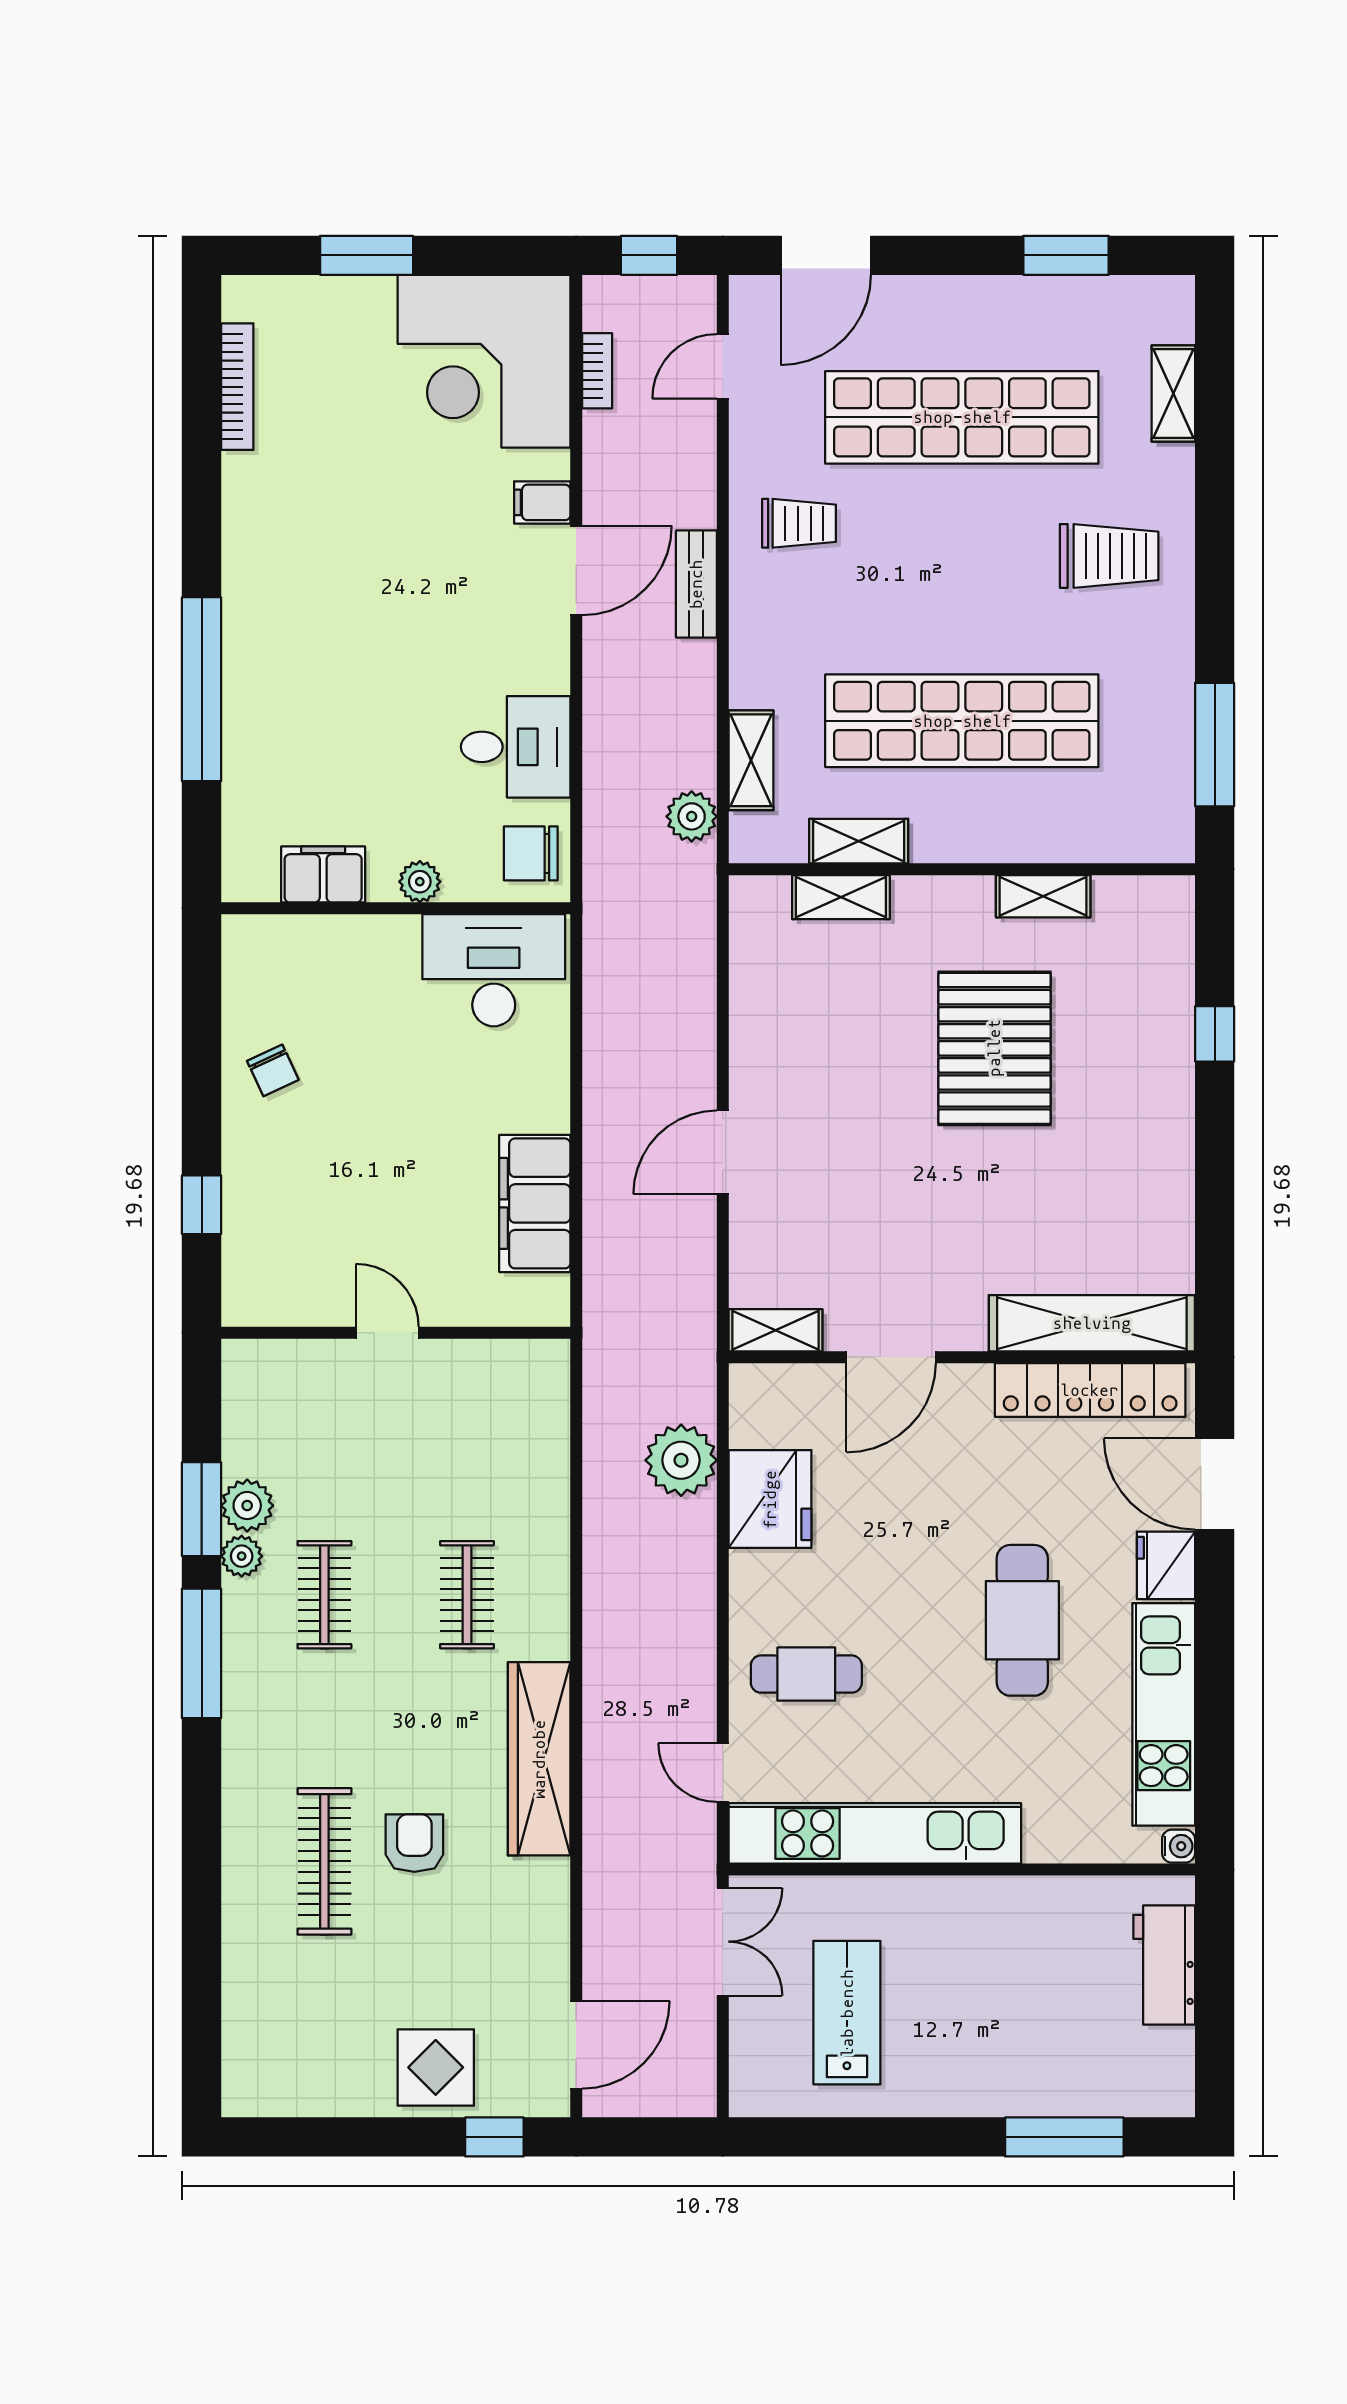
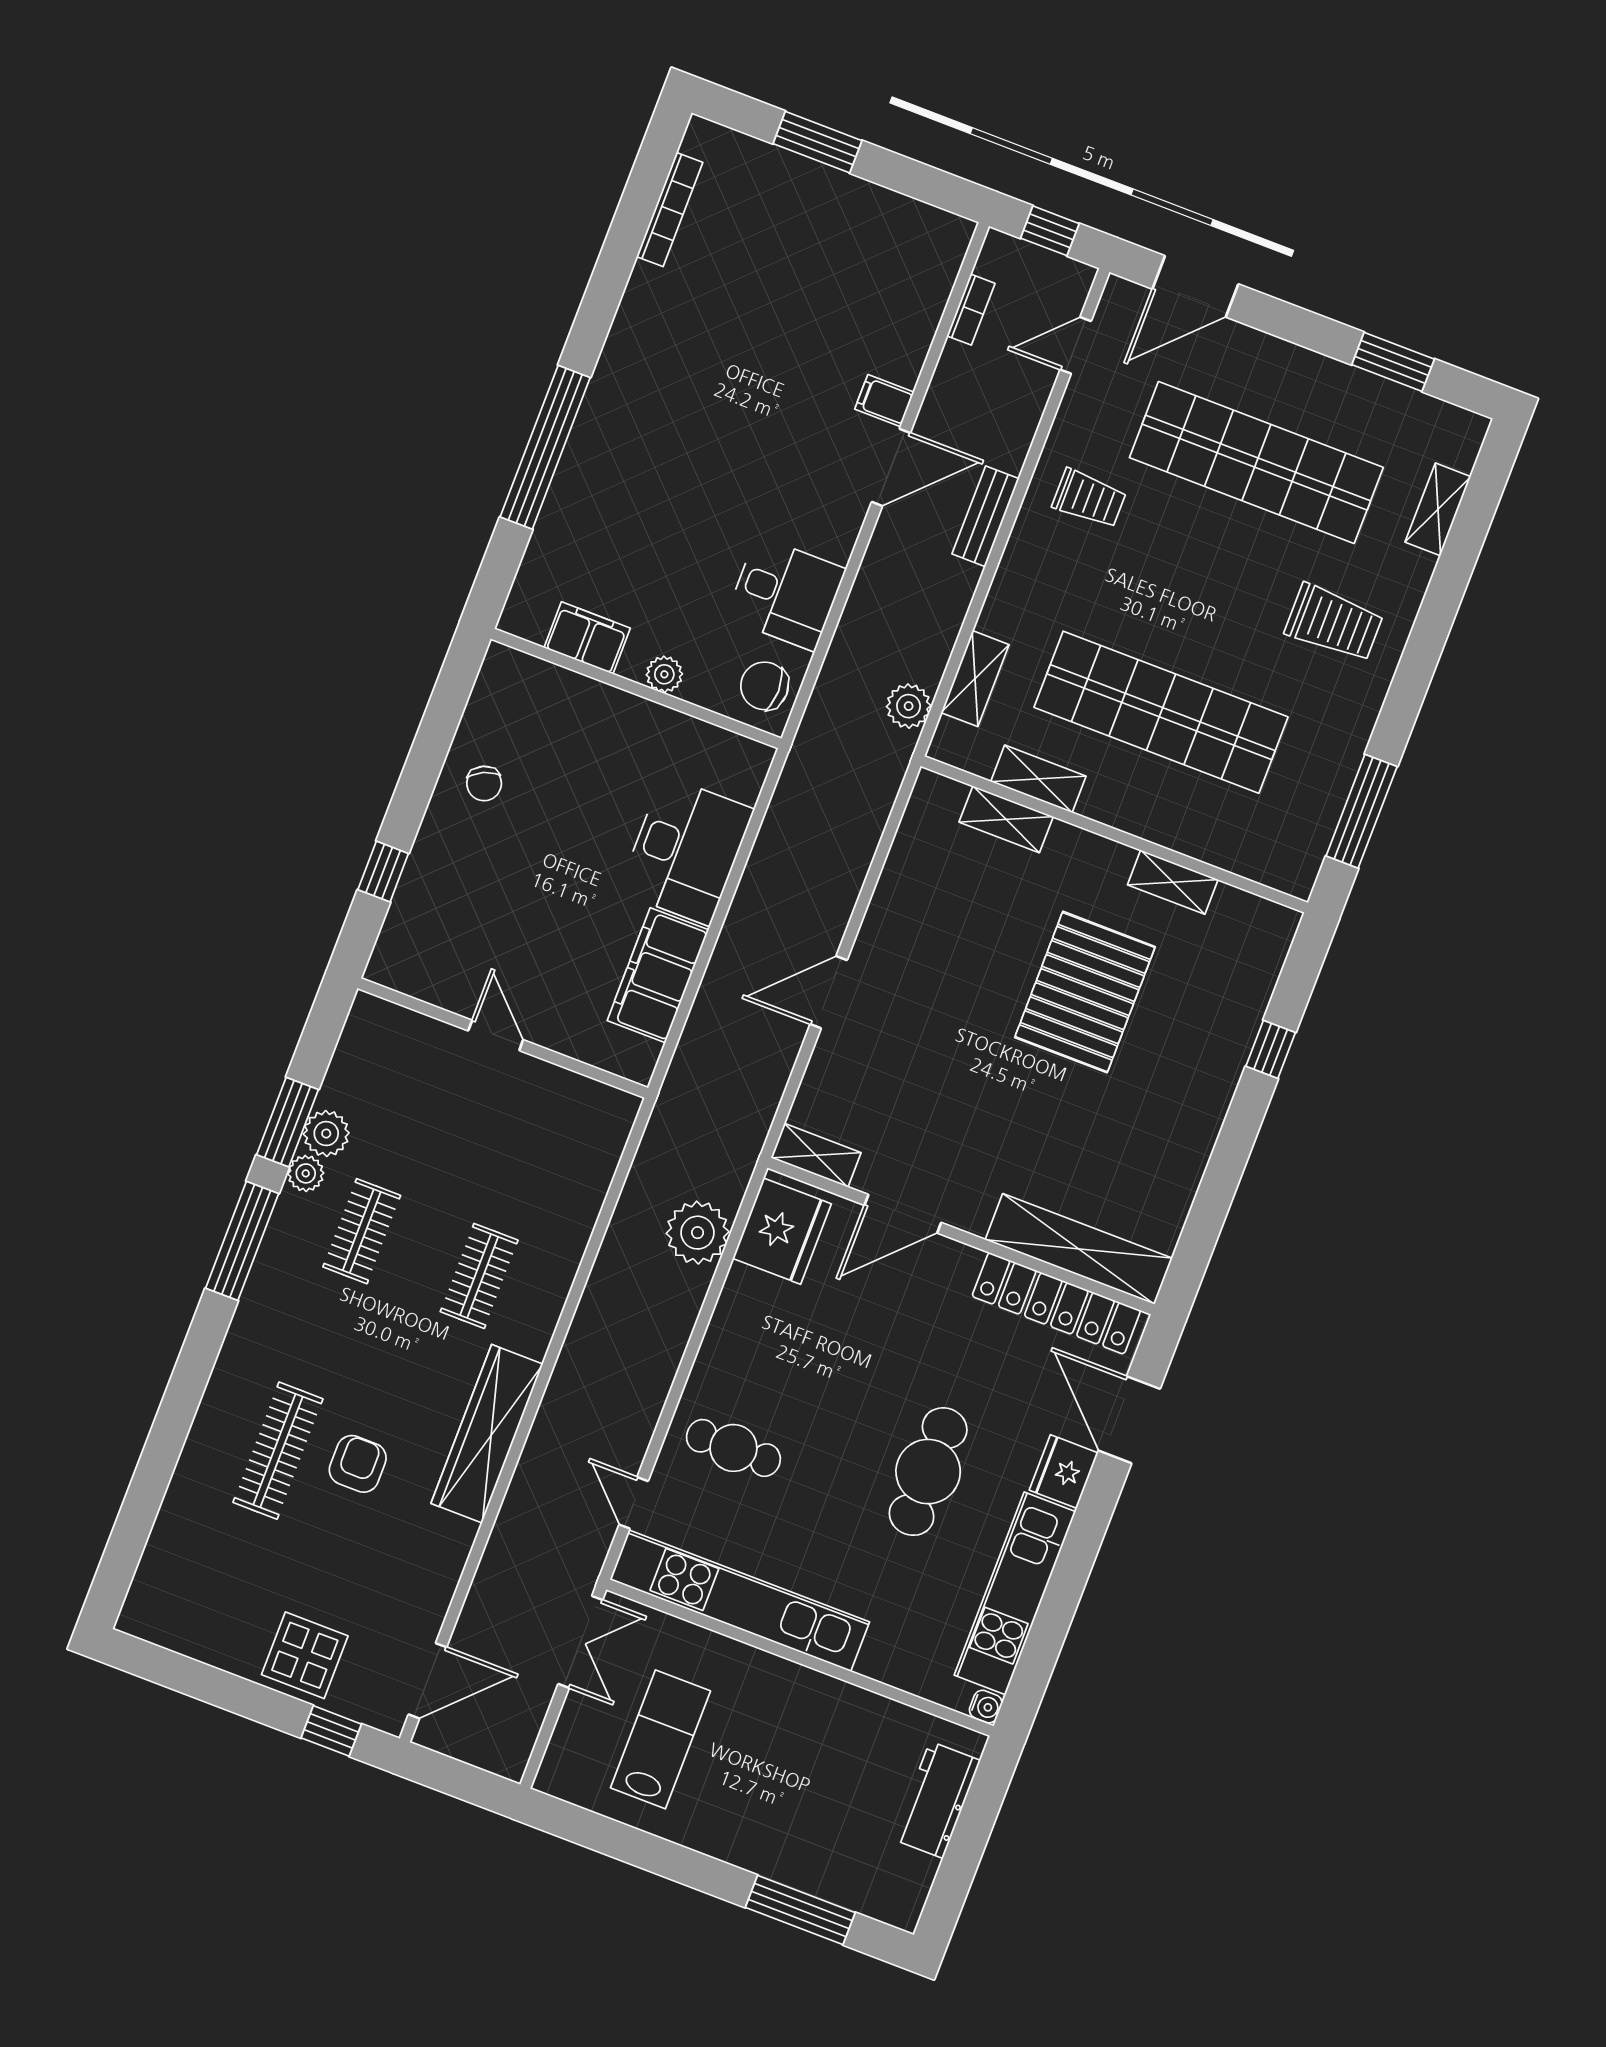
corner desk: (484, 361) -> (881, 266), removed
desk: (494, 970) -> (686, 850), moved, turned 90
fridge: (770, 1499) -> (782, 1231), moved

